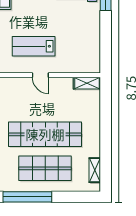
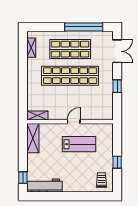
shelving: (93, 54) -> (33, 138), added
door: (40, 75) -> (74, 122), hinge flipped

